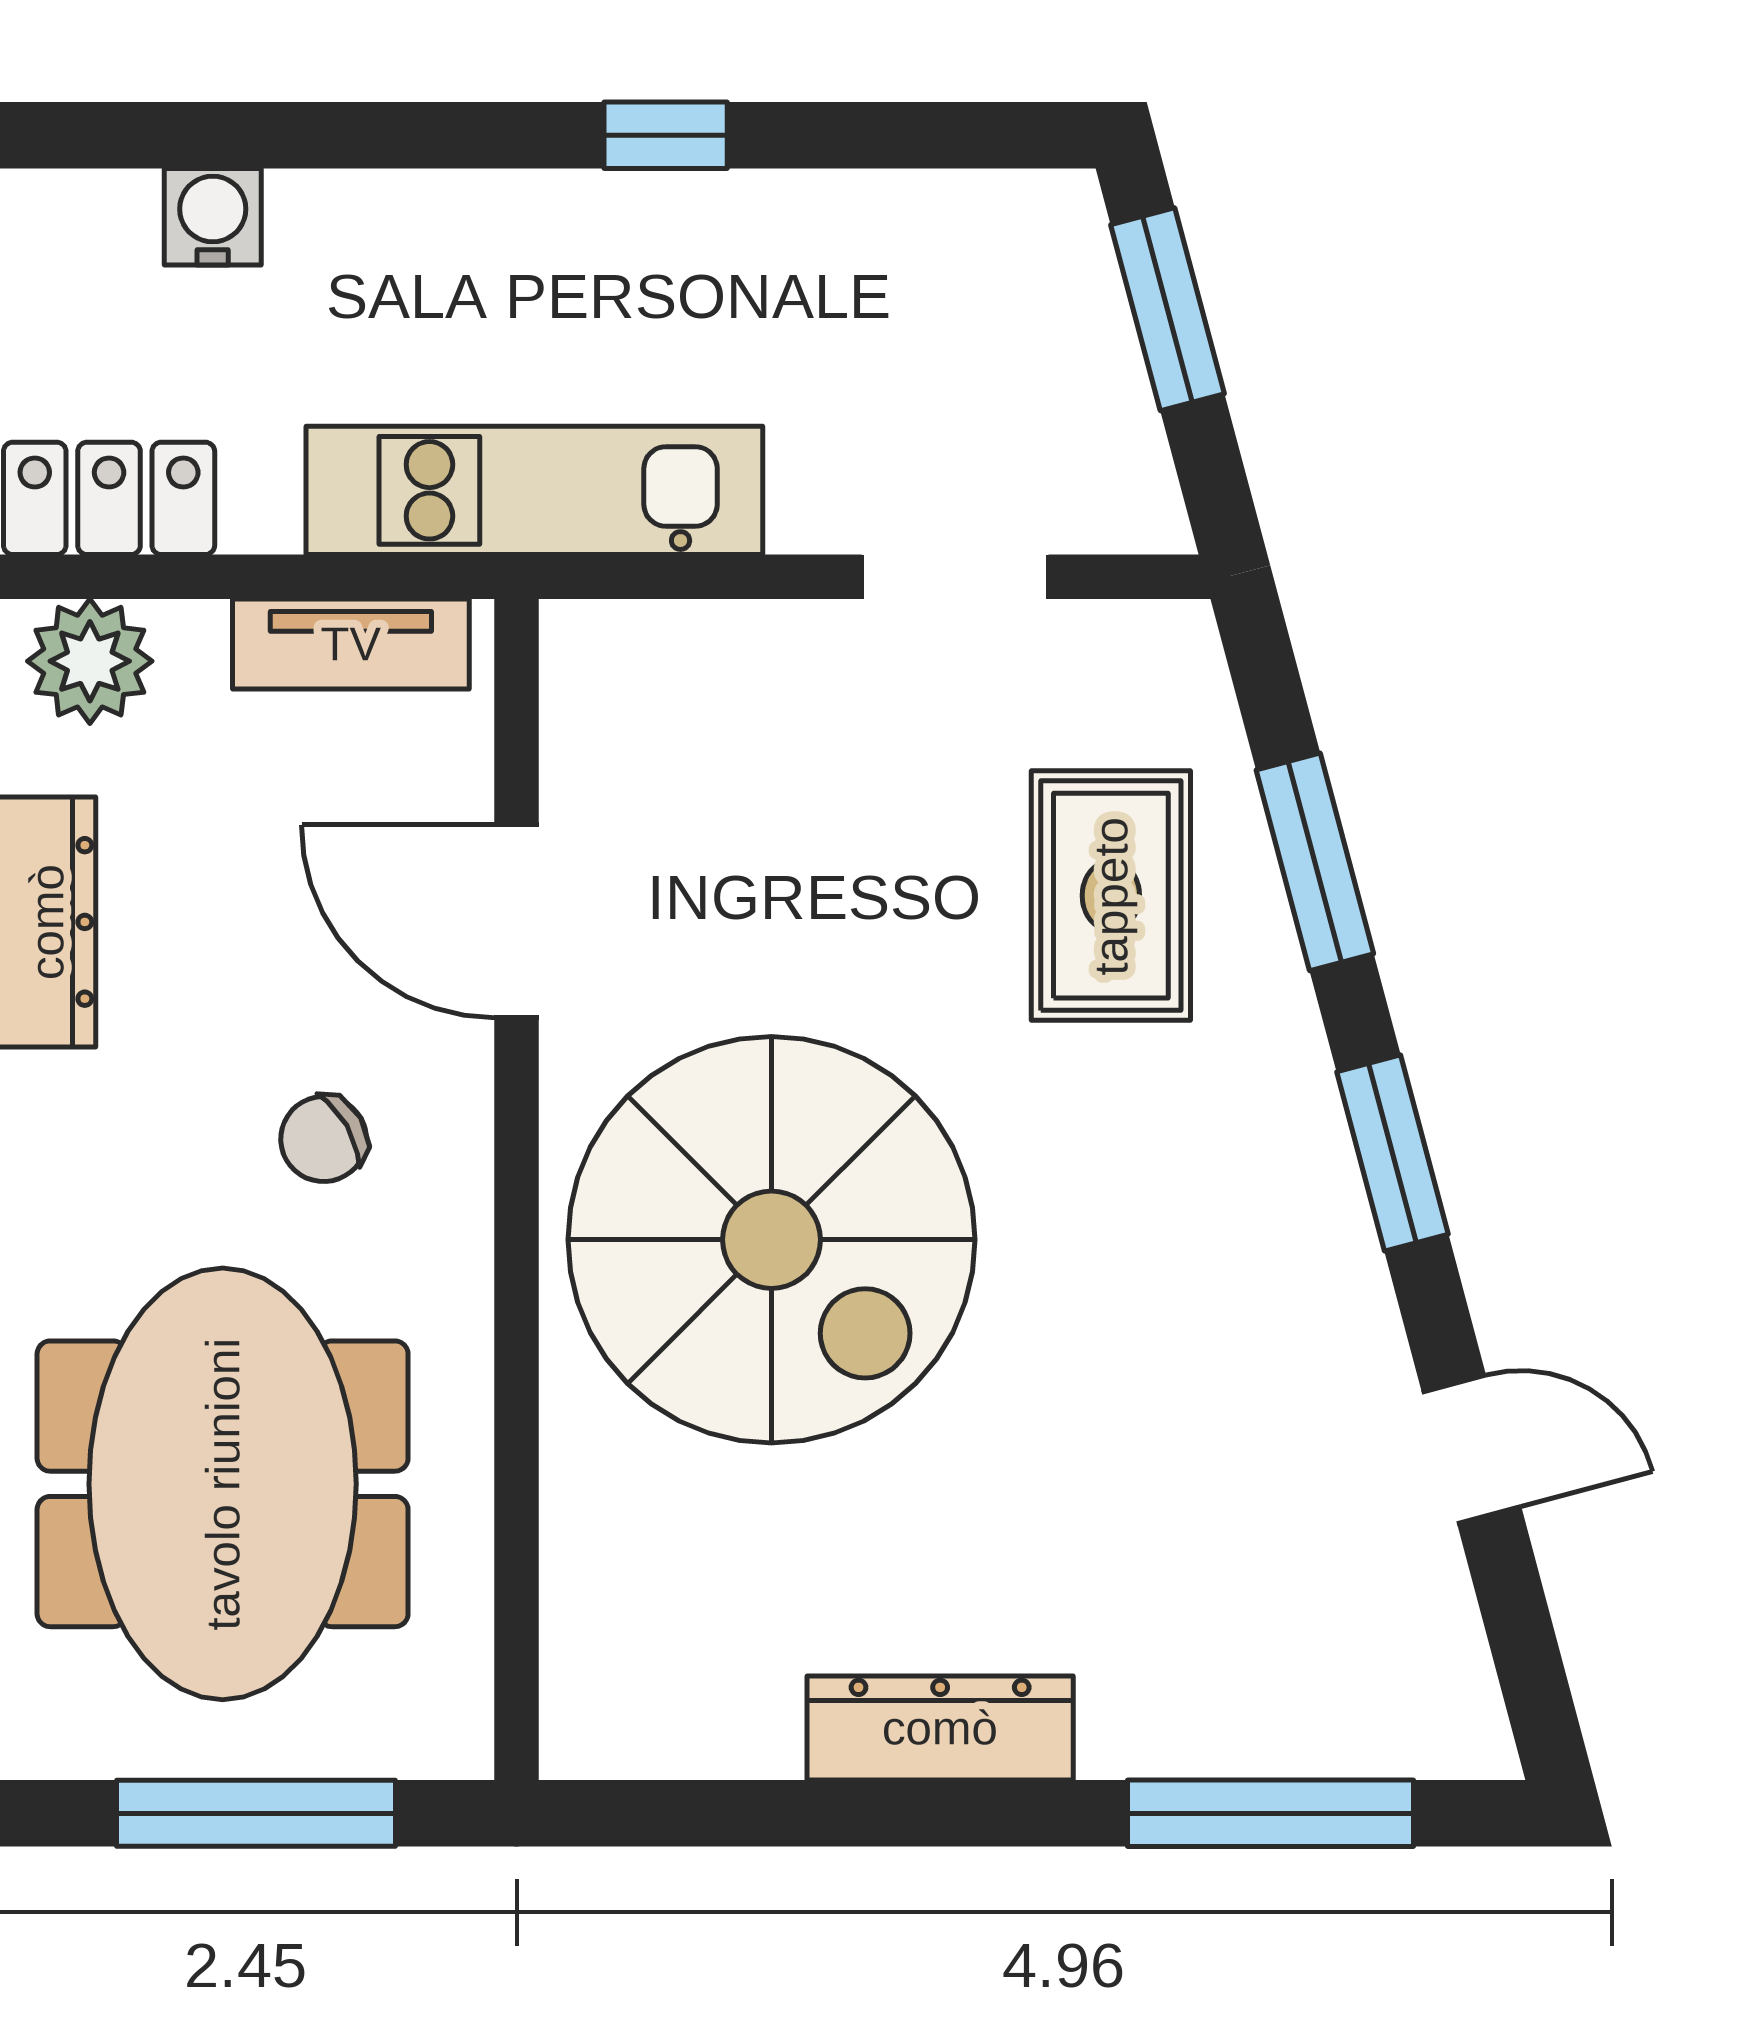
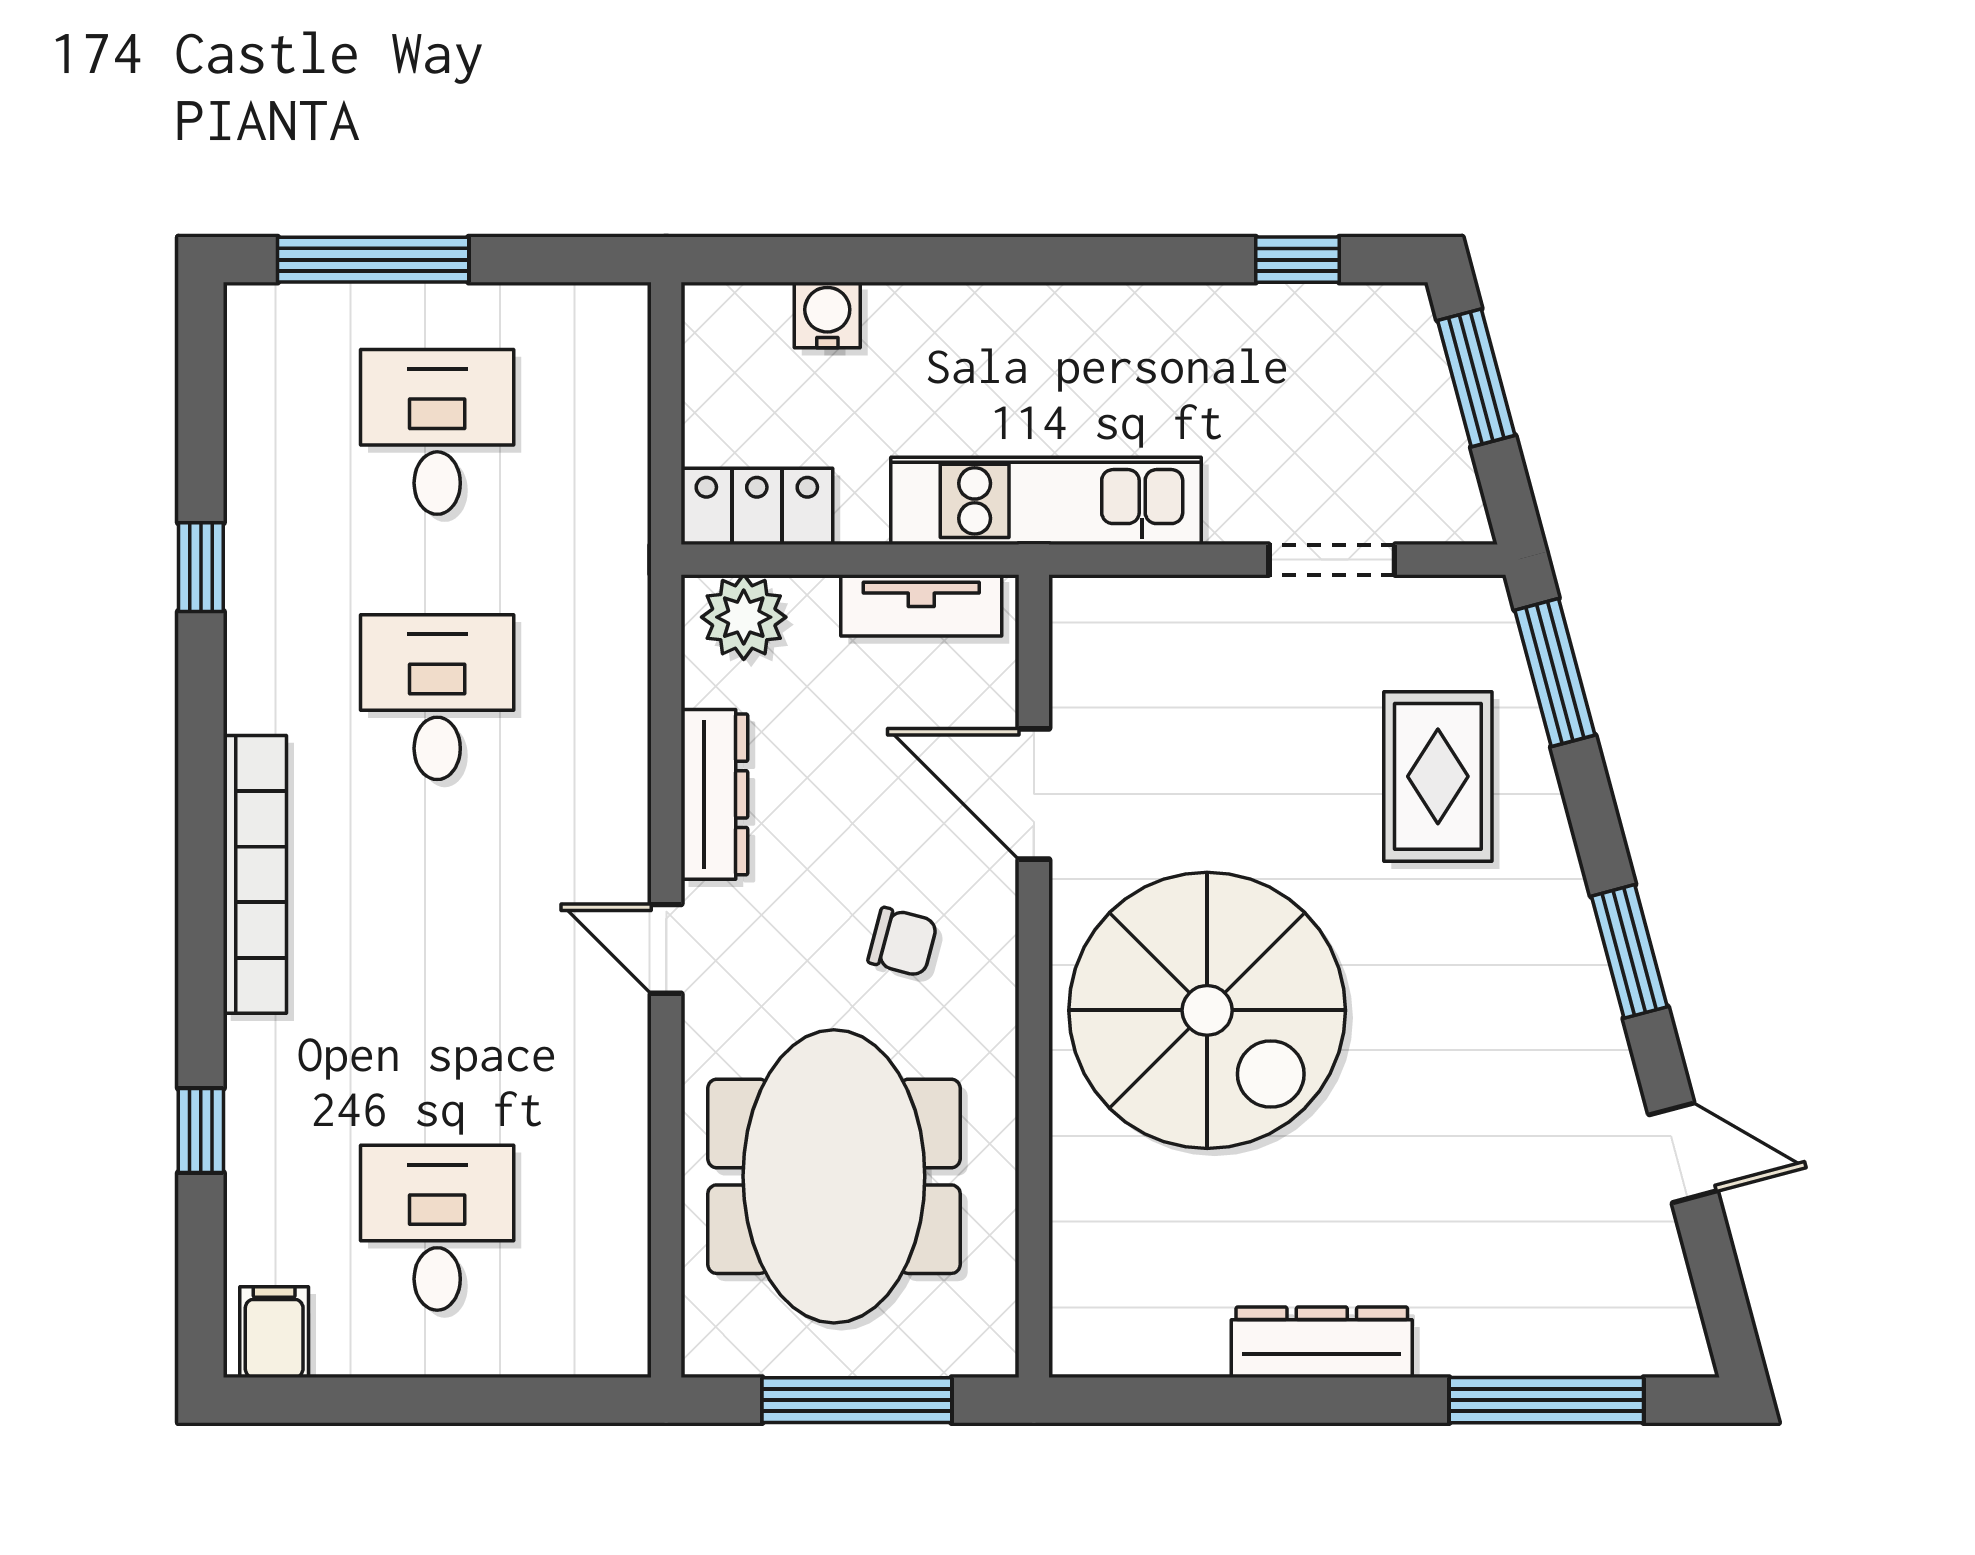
window: (666, 135) -> (1298, 260), moved
window: (1315, 862) -> (1555, 673), moved
chair: (324, 1139) -> (903, 942), turned -135

